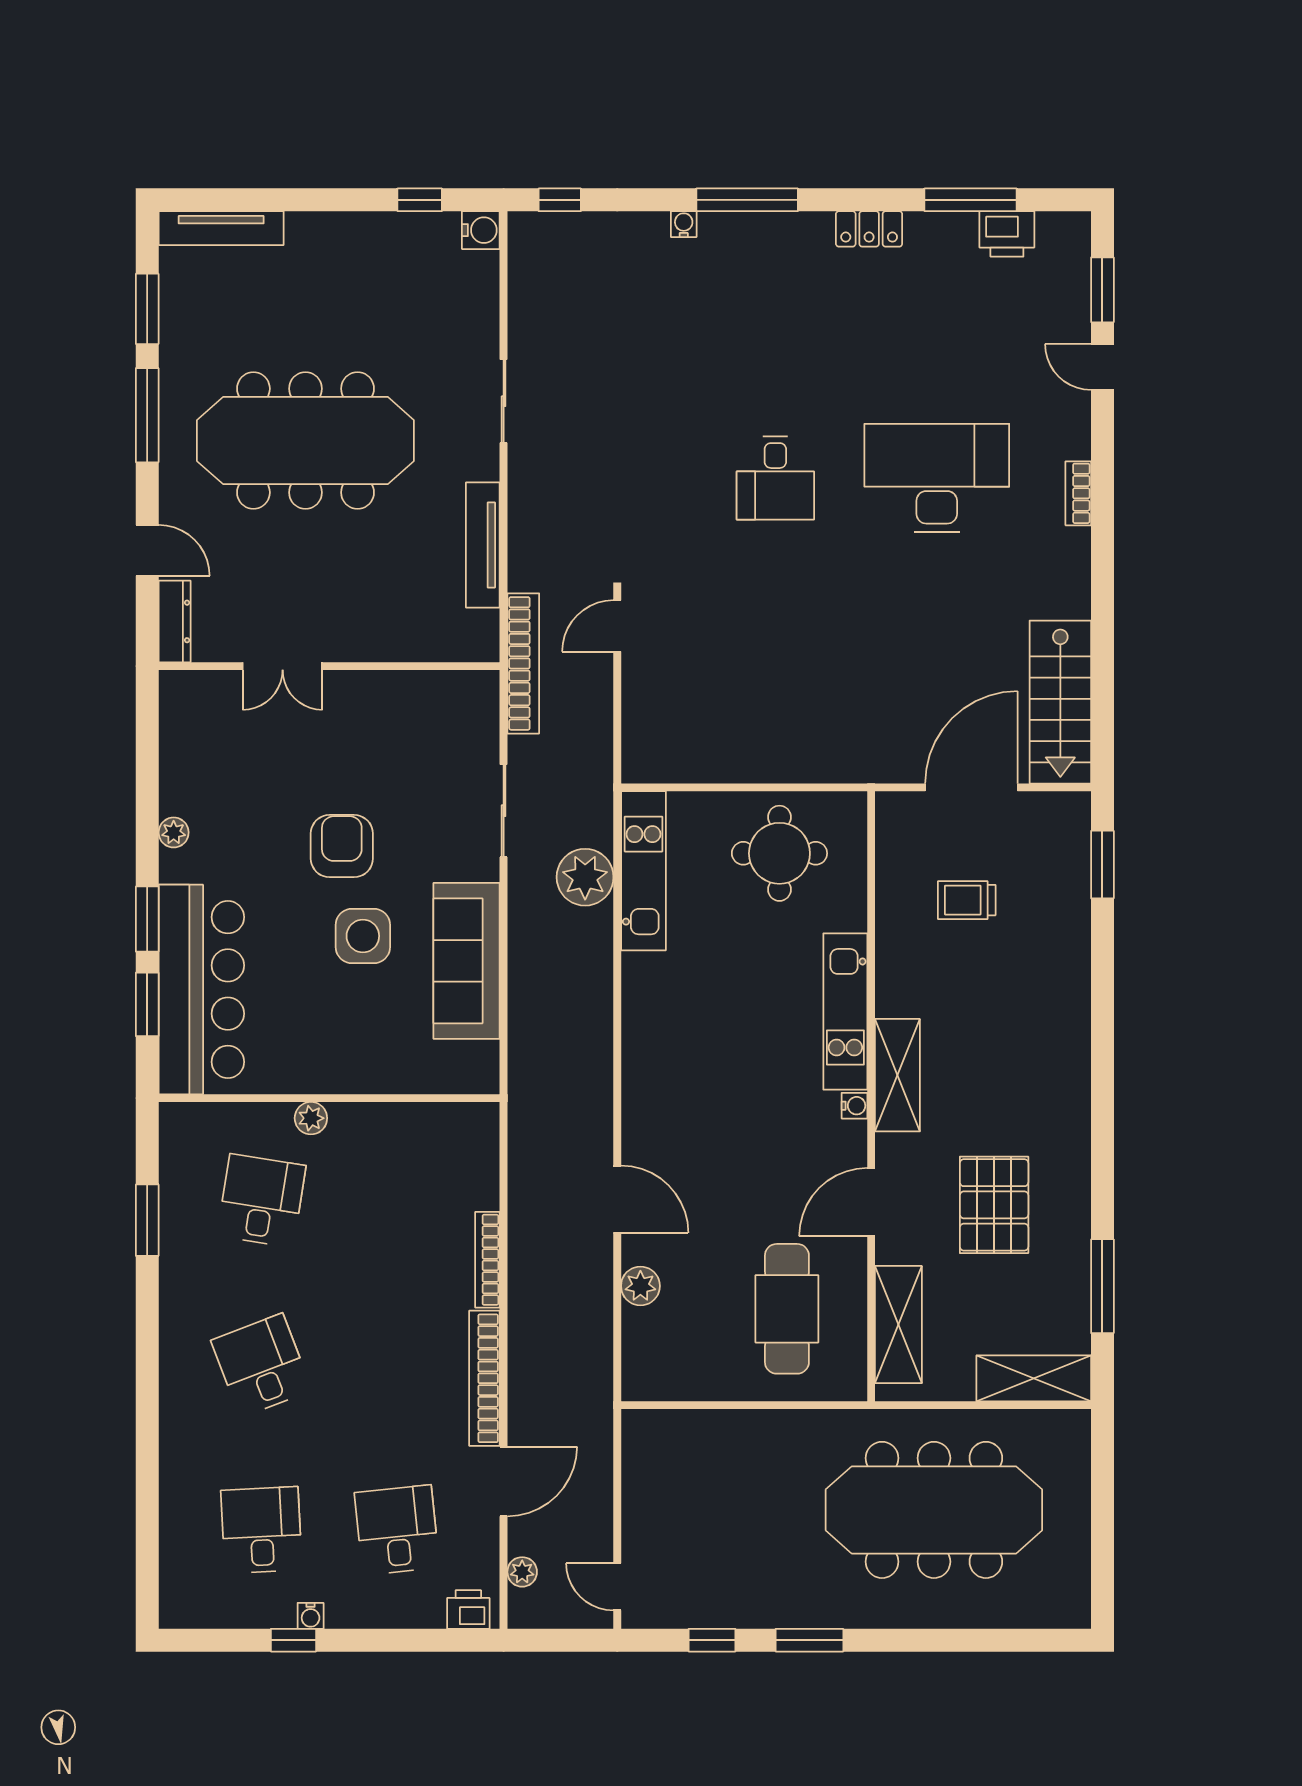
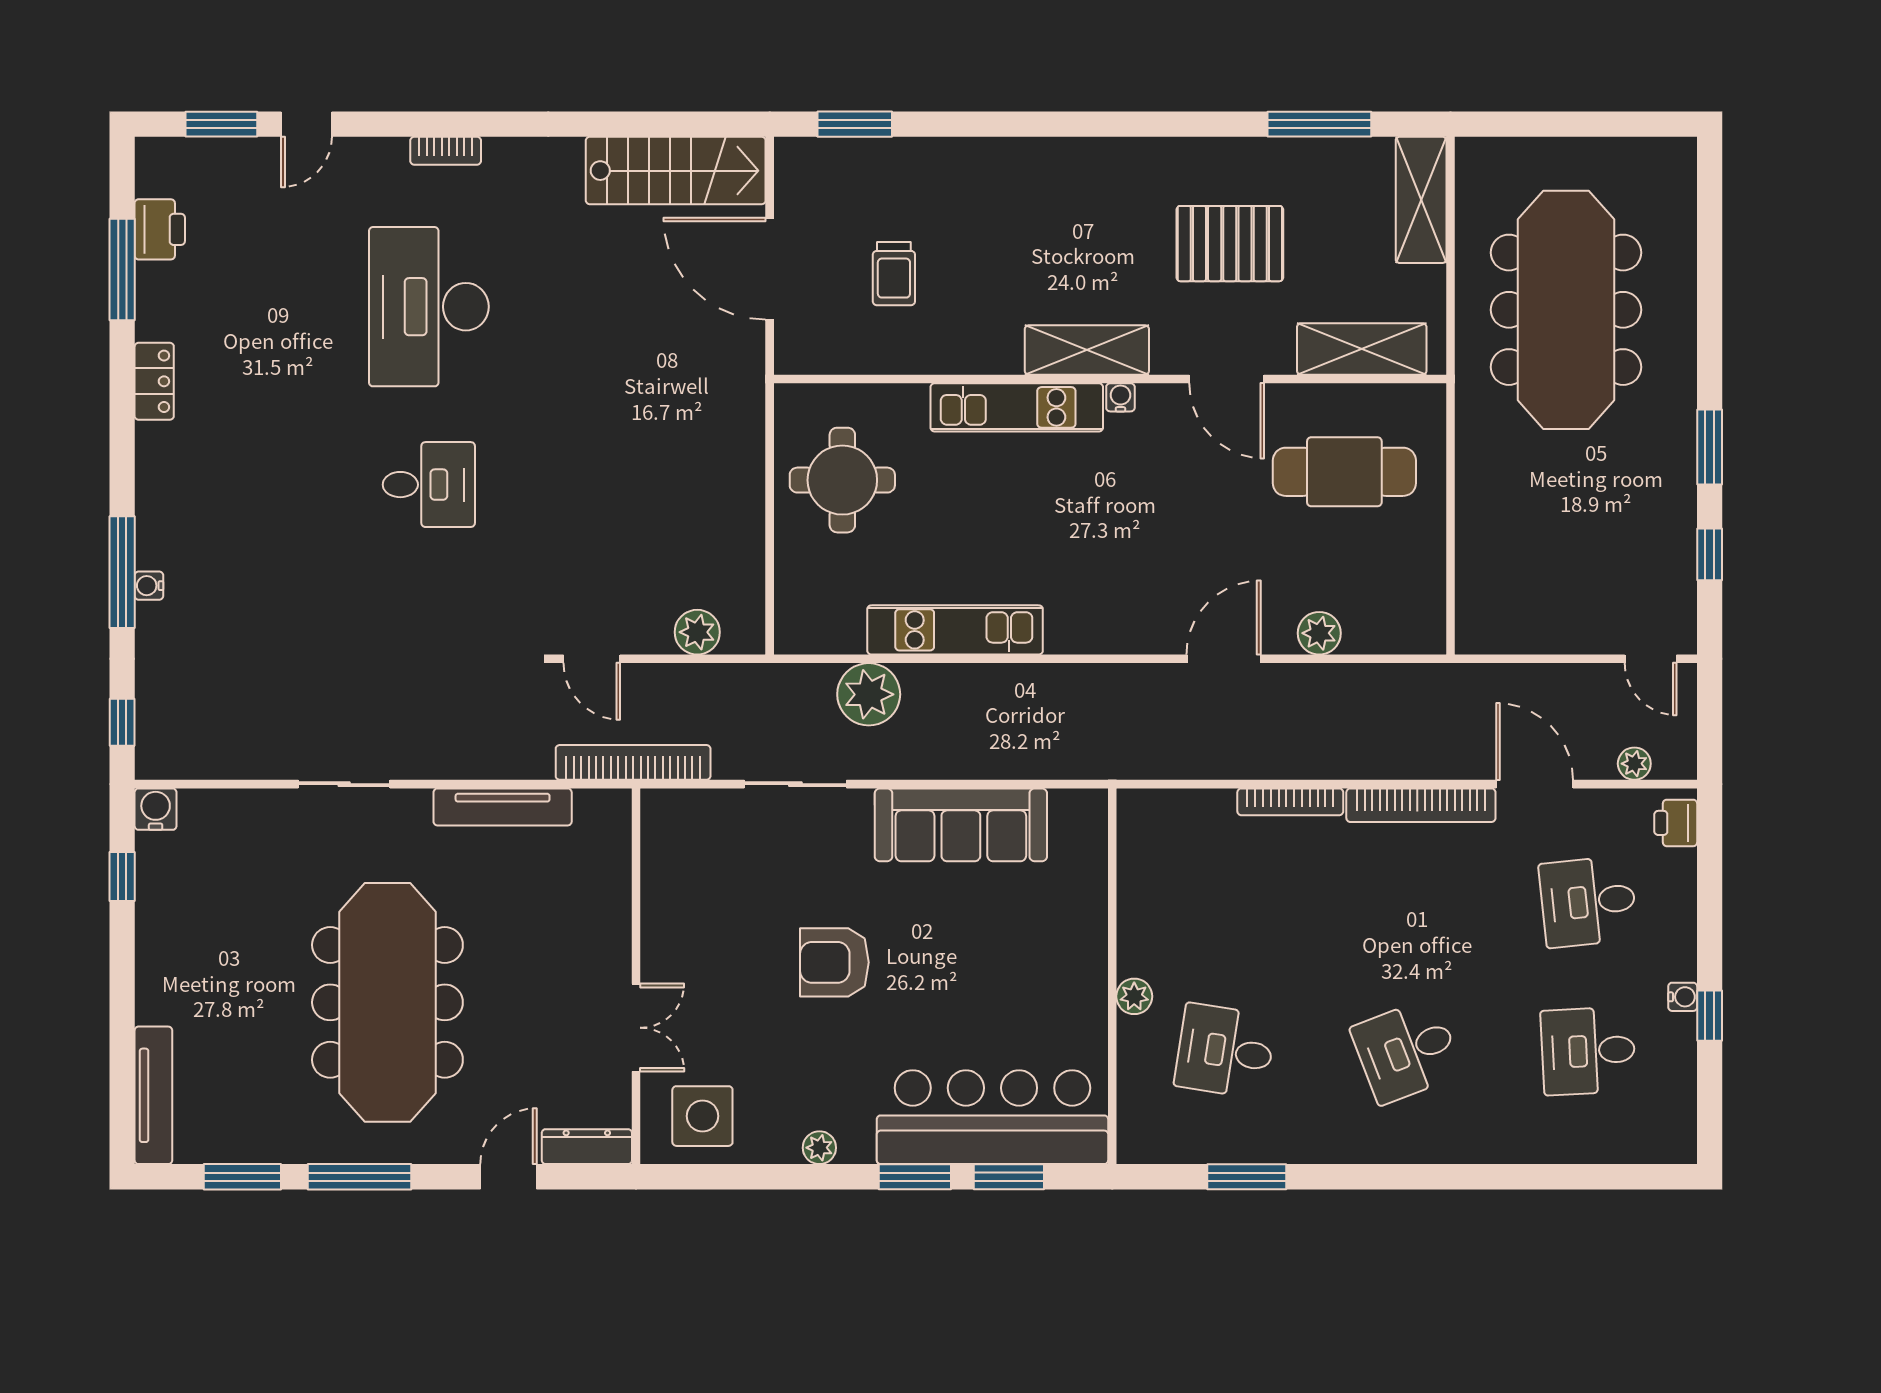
window: (747, 200) -> (122, 572), moved
plant: (641, 722) -> (697, 632), added
kitchen unit: (643, 871) -> (955, 630), moved
side table: (363, 936) -> (702, 1116), moved
door: (617, 1587) -> (1651, 659), hinge flipped

